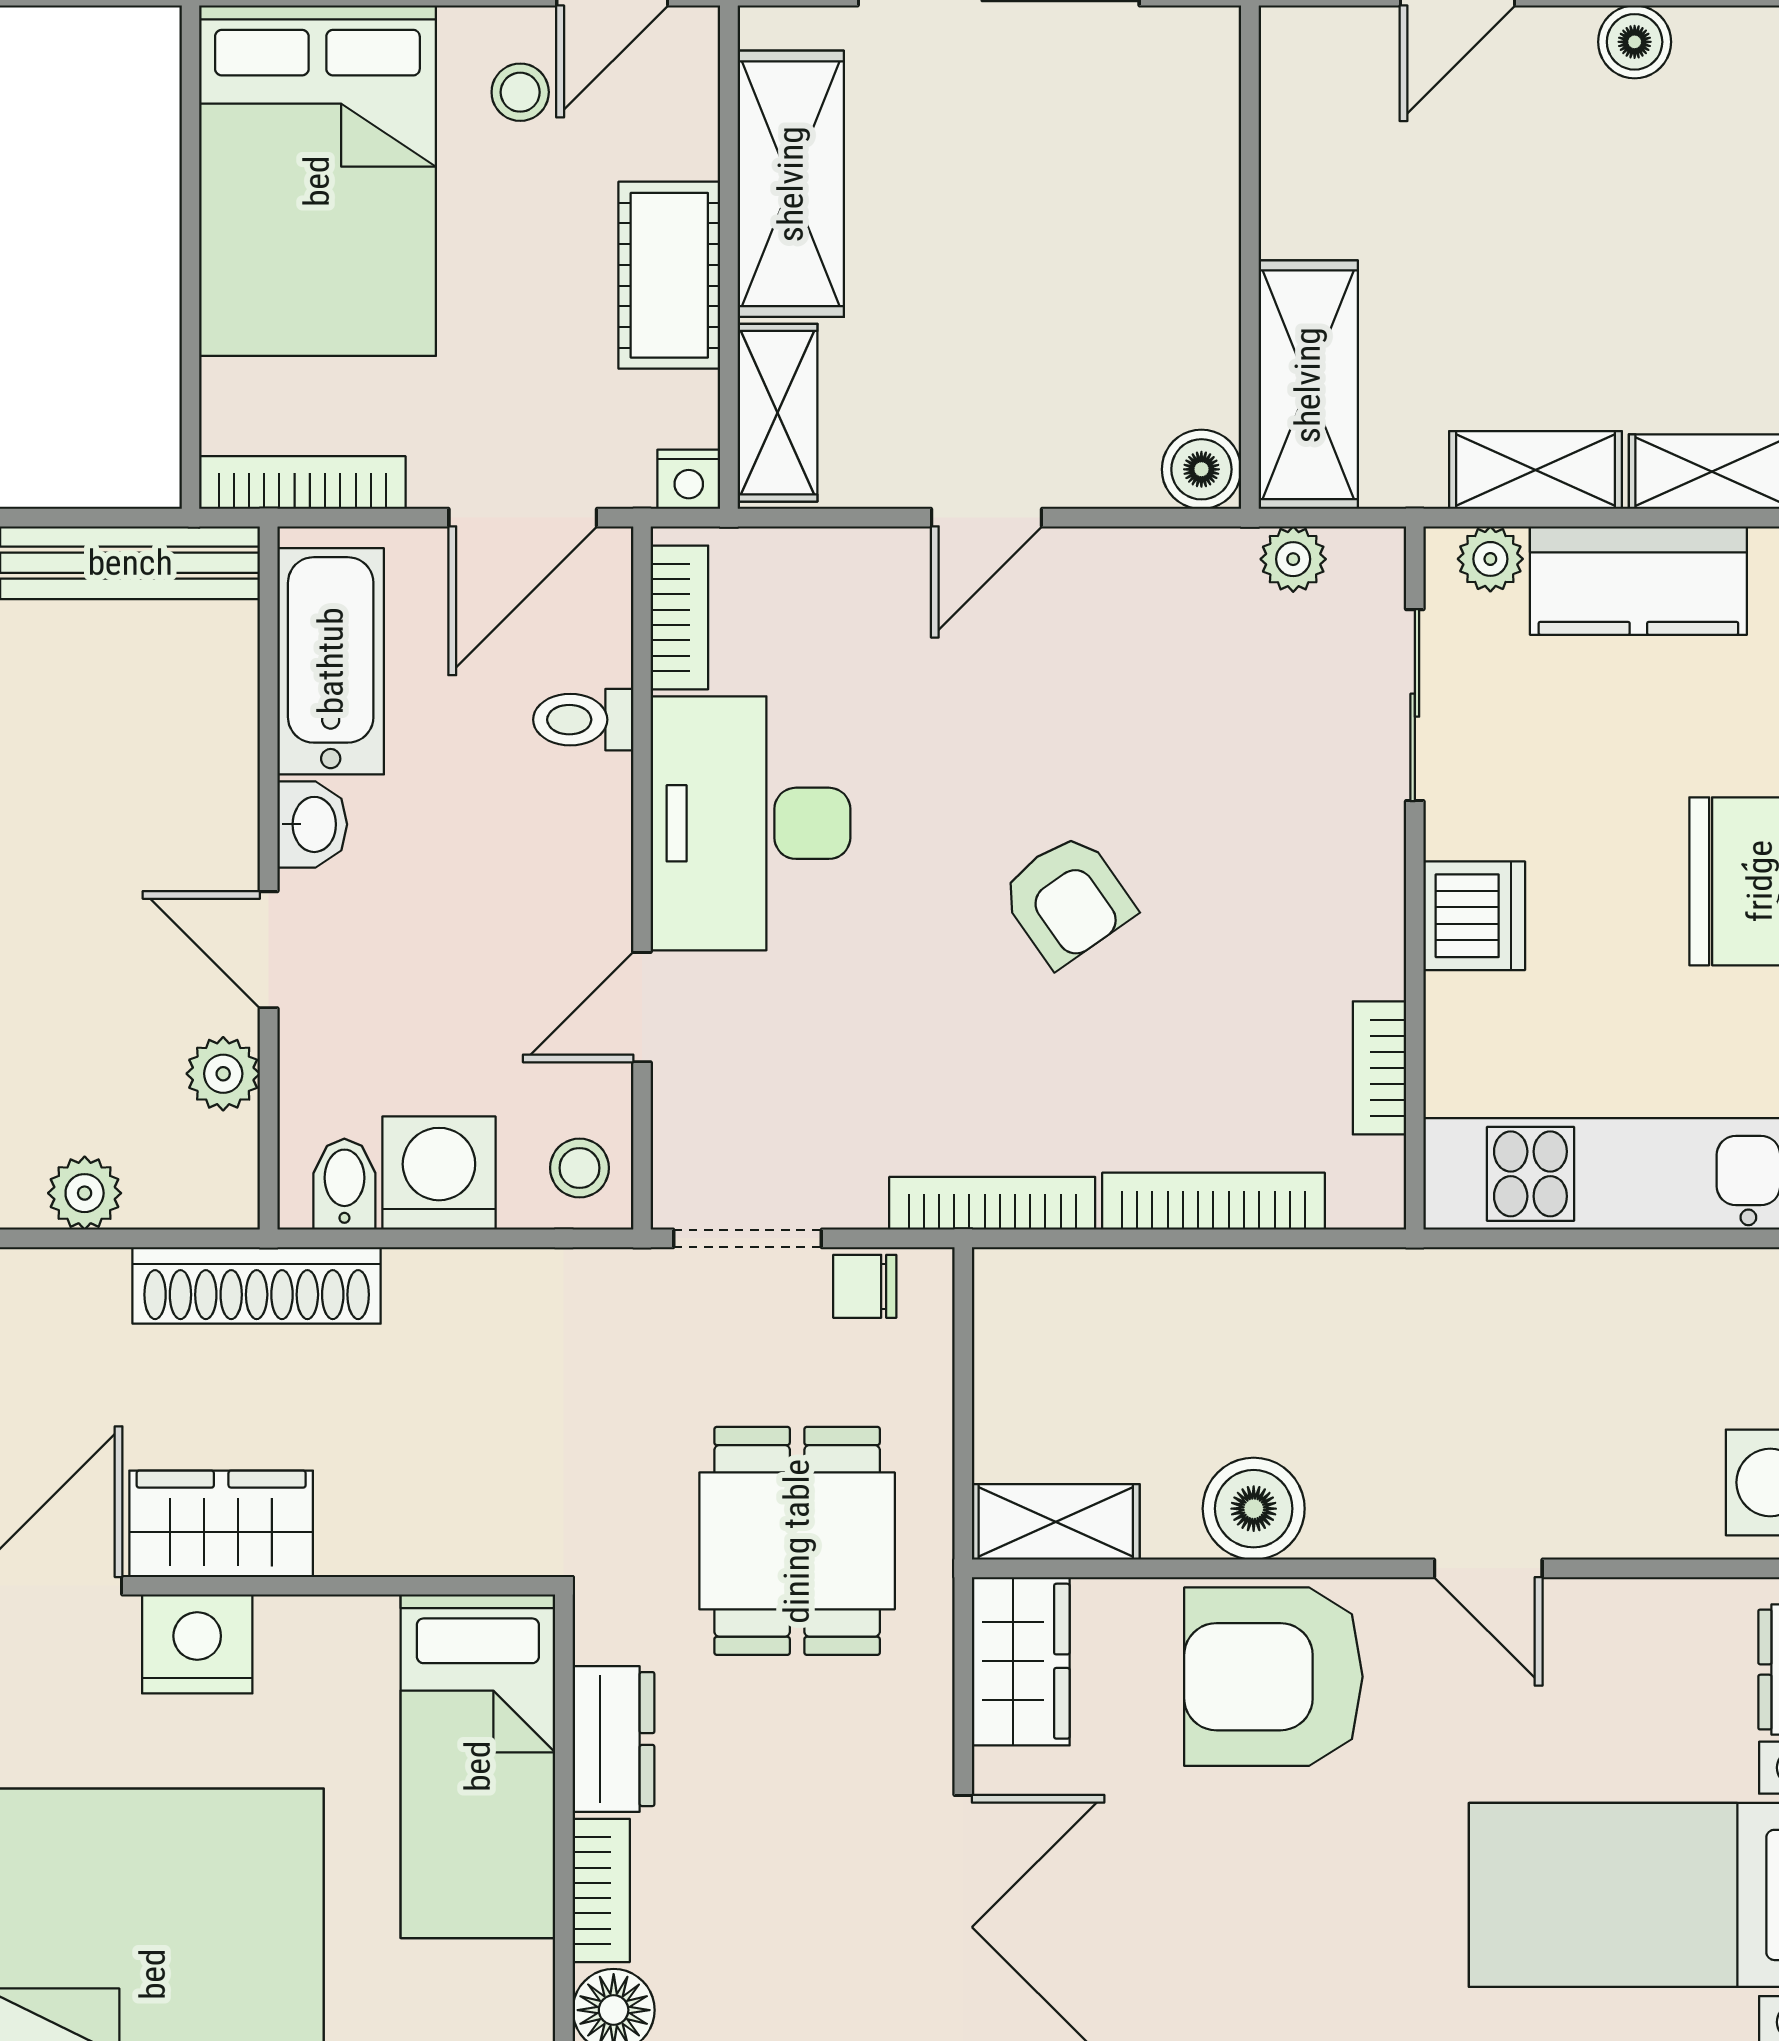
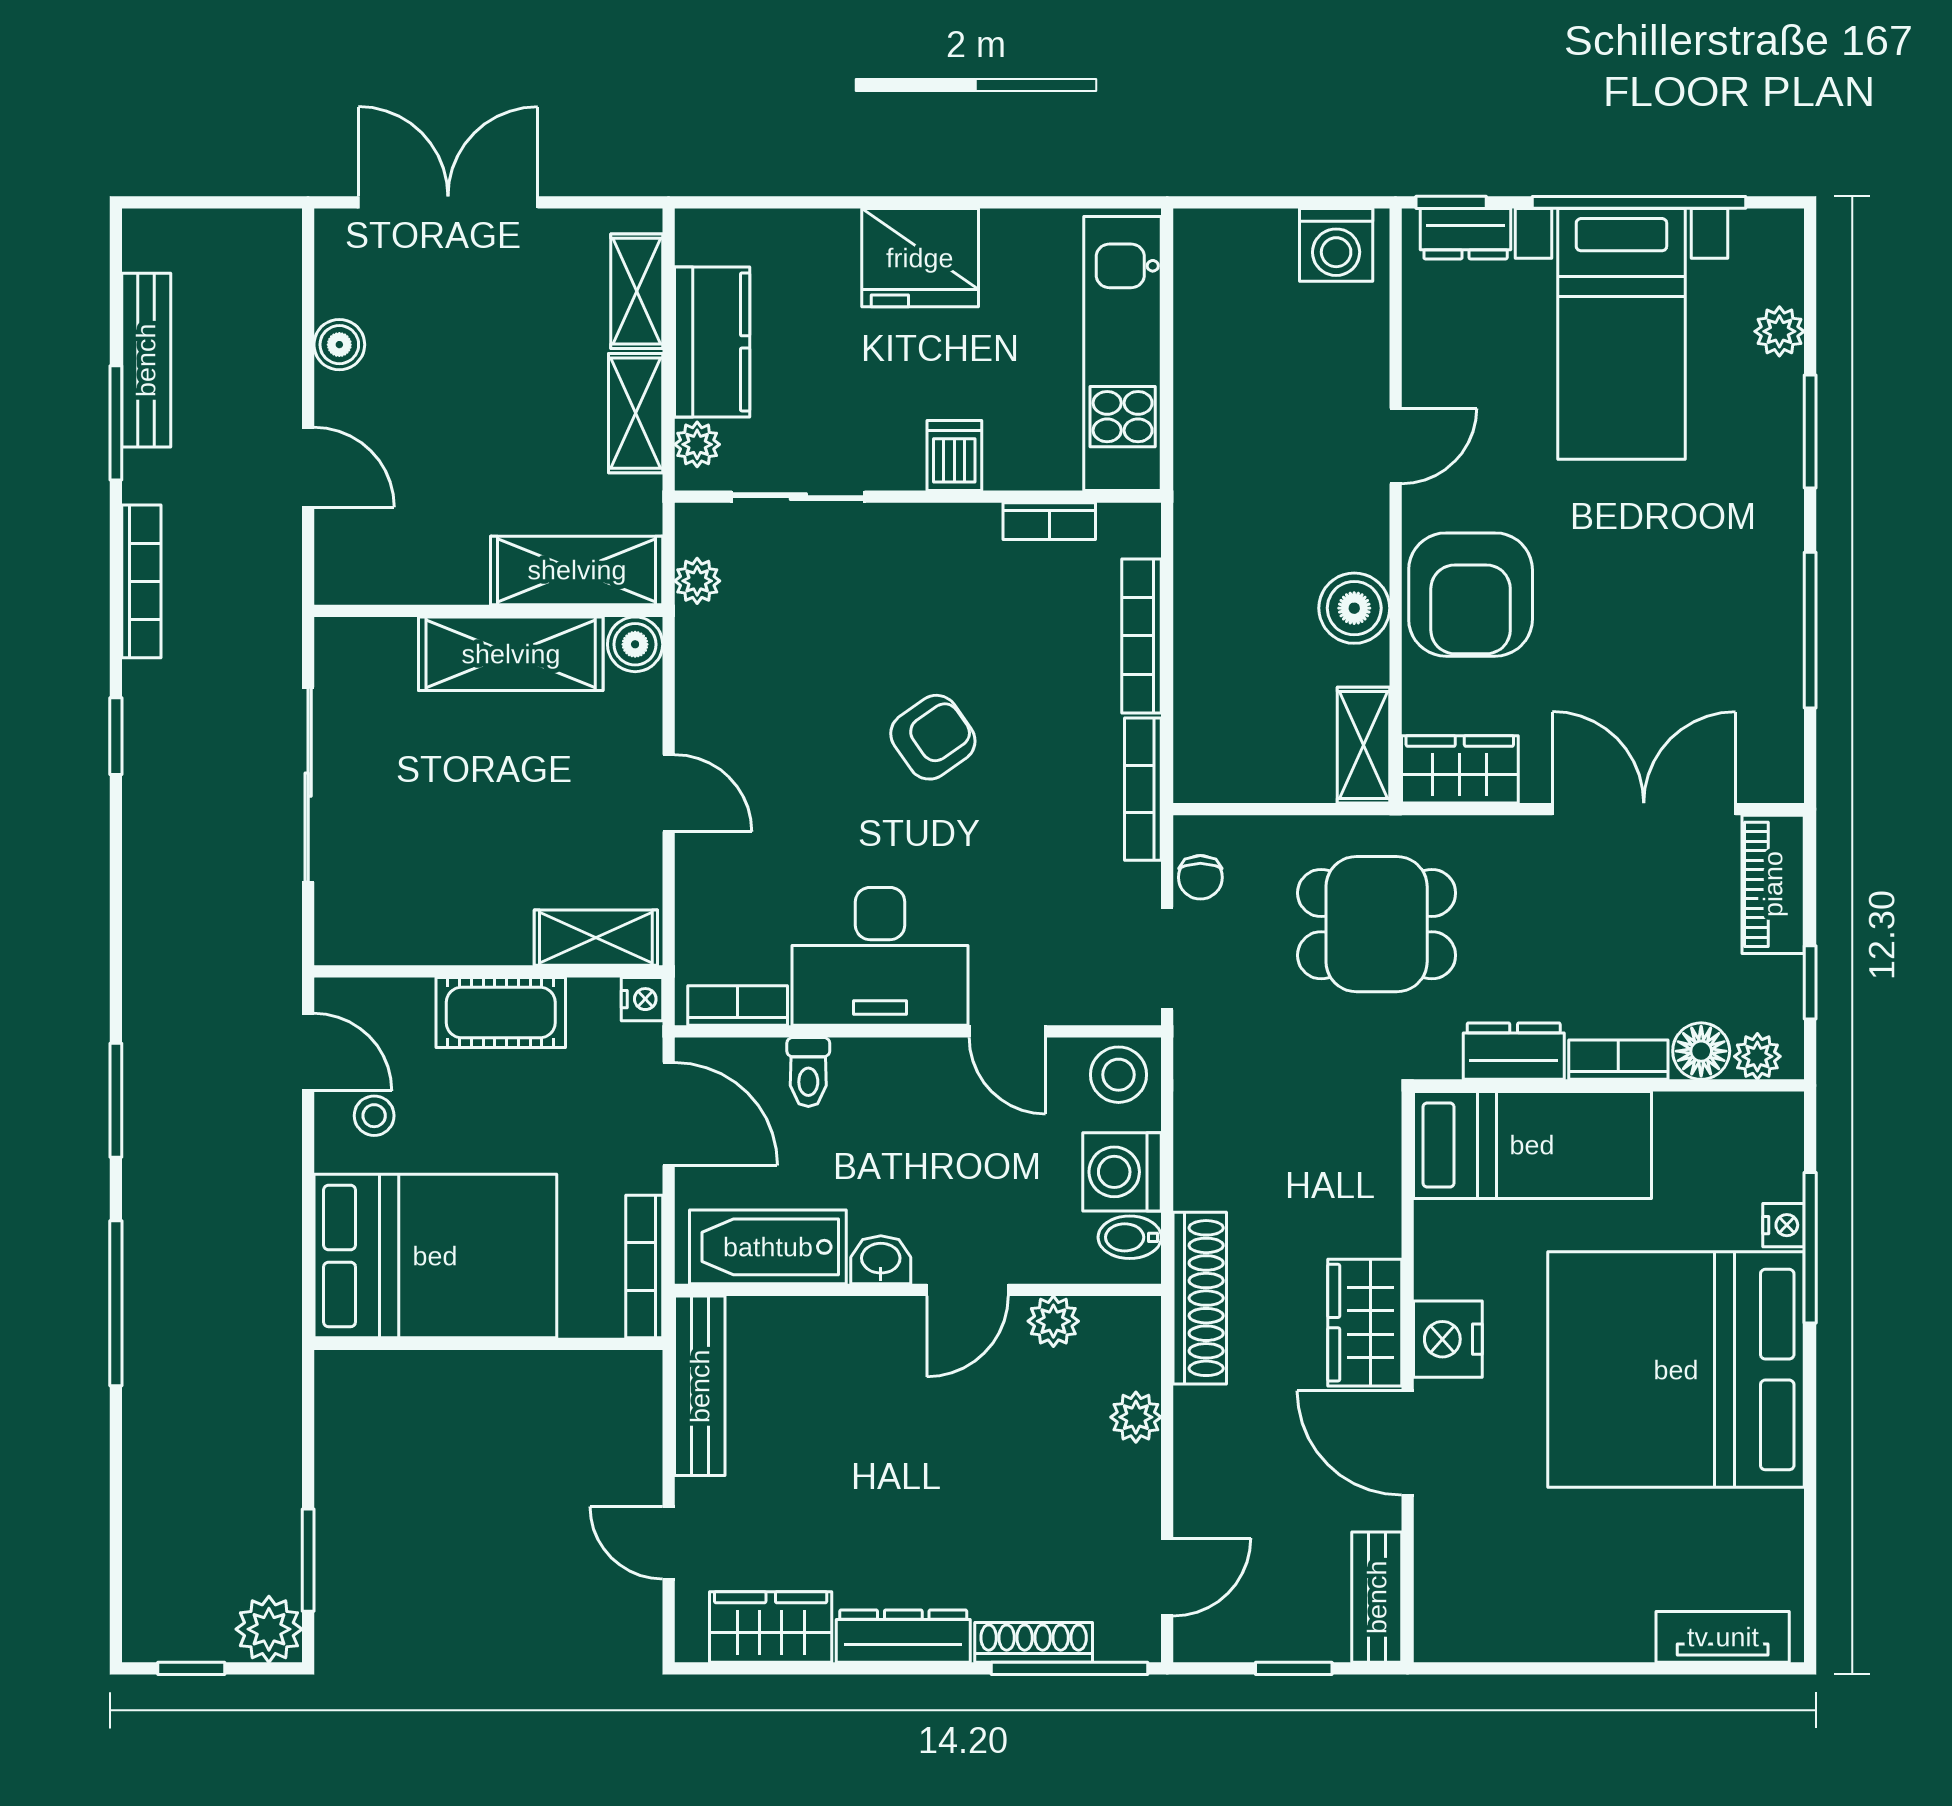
shelving: (791, 184) -> (511, 654), moved
dishwasher: (1474, 916) -> (954, 456), width x0.73
stool: (580, 1168) -> (1119, 1075), width x1.37, depth x1.37

